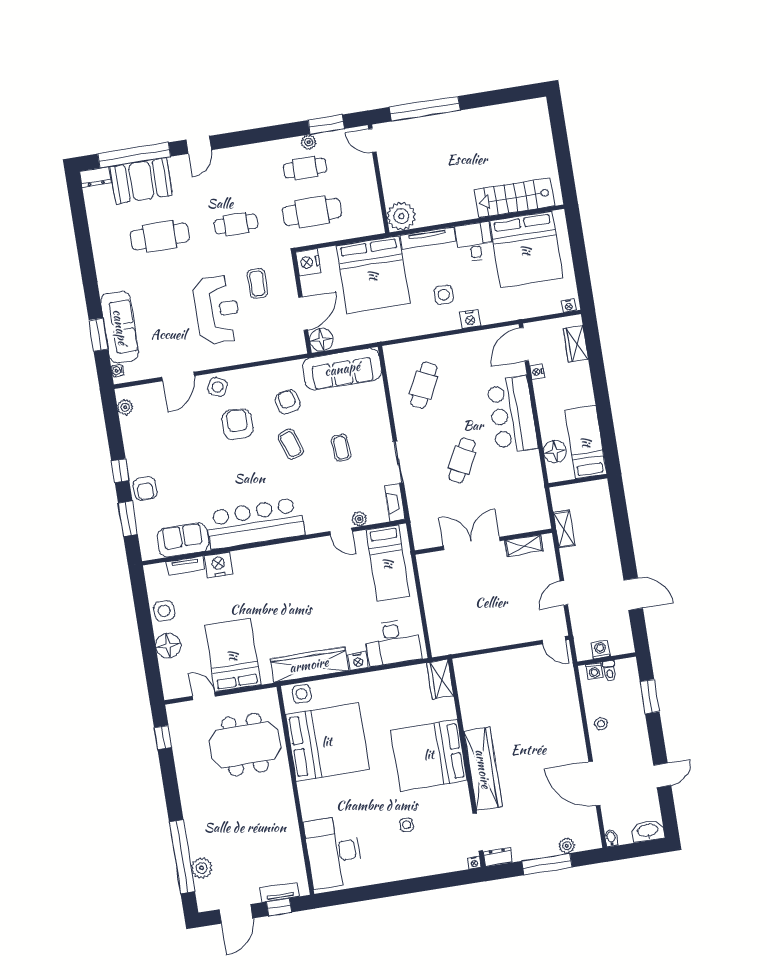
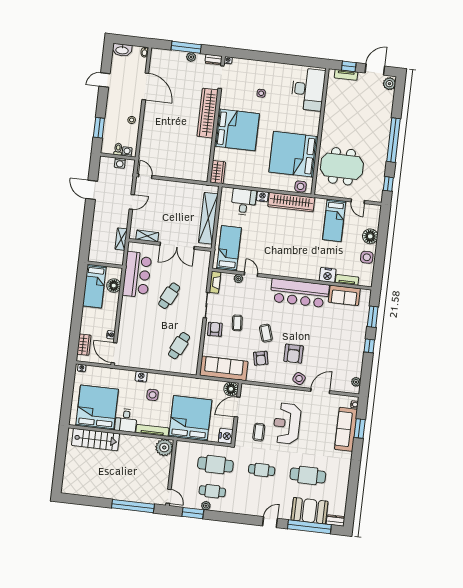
door: (524, 344) -> (114, 353), swing flipped
bar counter: (512, 415) -> (137, 275), moved
armchair: (145, 489) -> (215, 329), moved
shelving: (435, 601) -> (208, 218), added
desk: (393, 643) -> (244, 202), width x0.73
bed: (233, 655) -> (334, 220), width x0.67
plant: (567, 846) -> (191, 57), moved
window: (182, 857) -> (393, 140), moved
plant: (202, 868) -> (389, 84), moved

